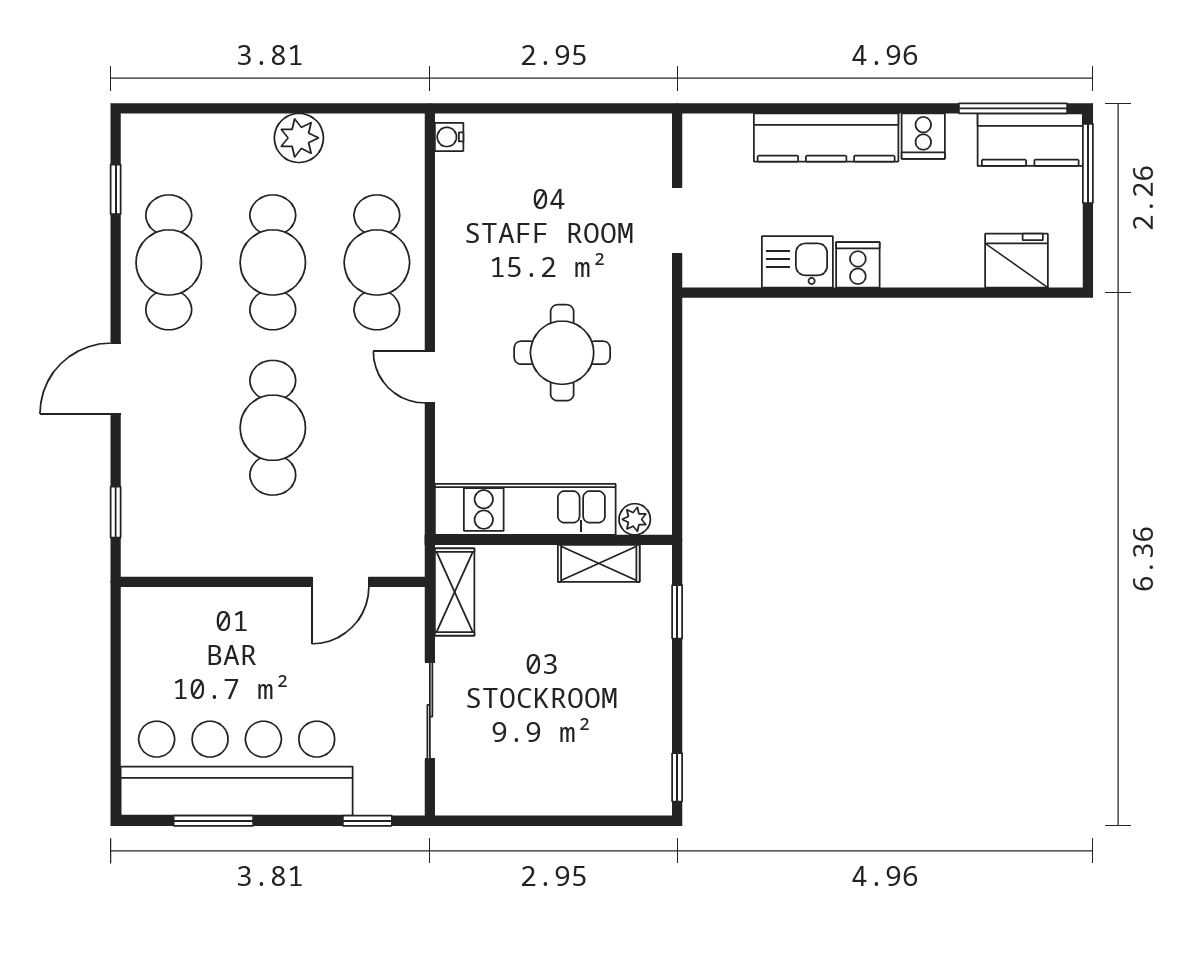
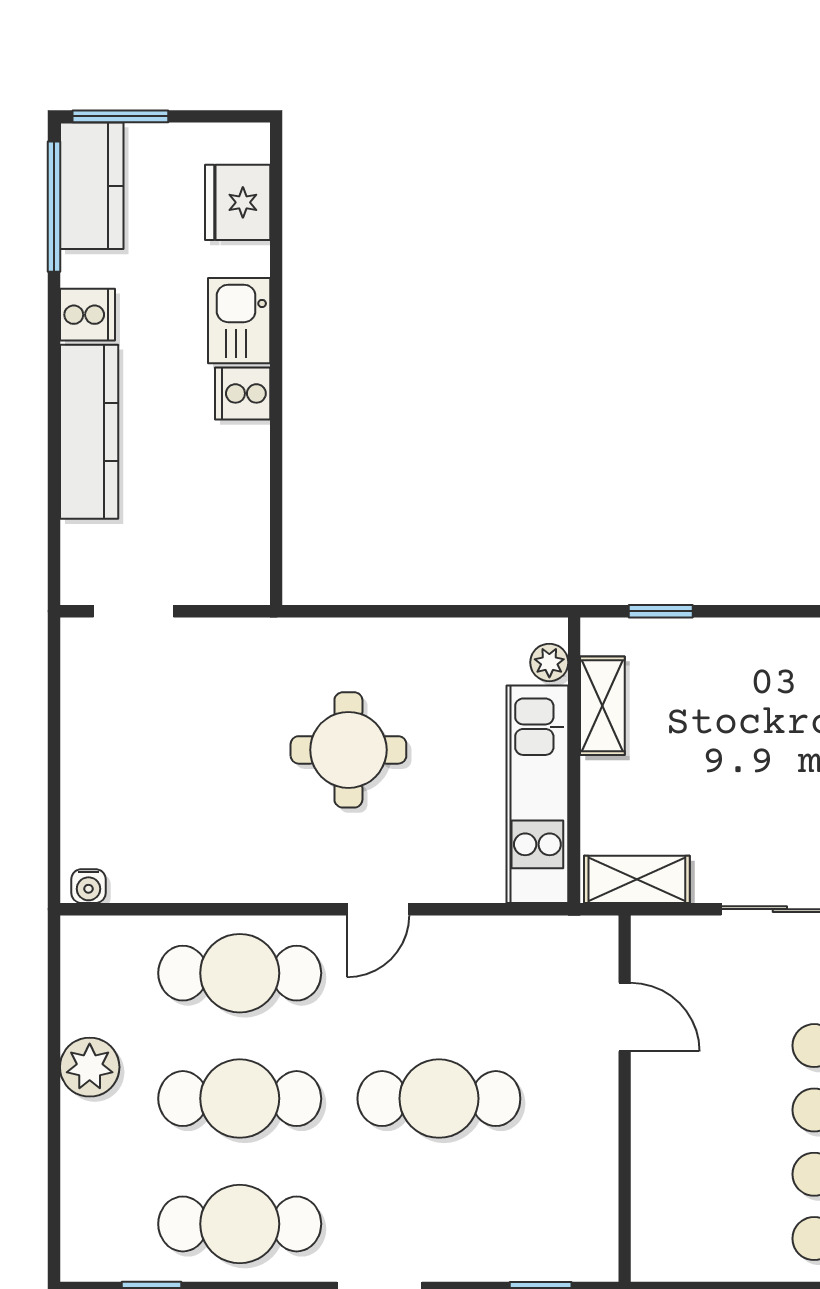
doorway: (677, 220) -> (133, 611), moved
kitchen sink: (797, 262) -> (239, 321), moved

